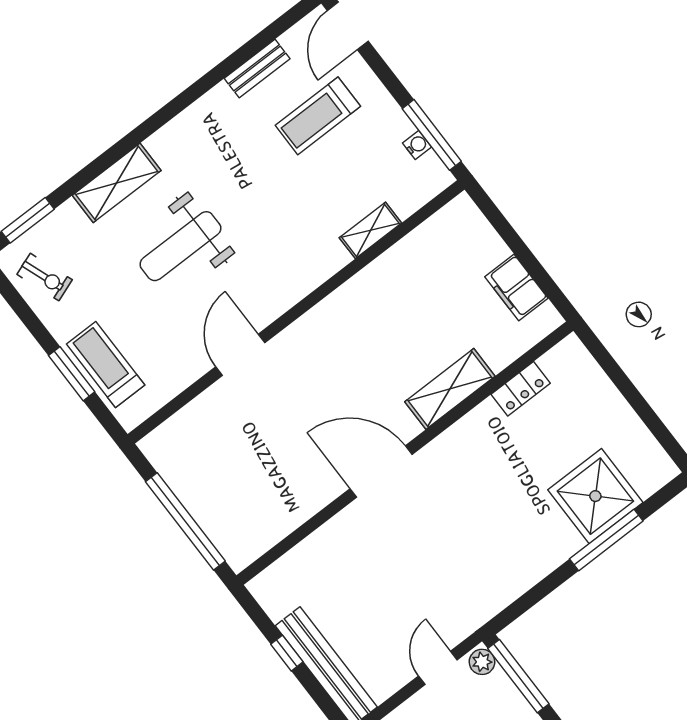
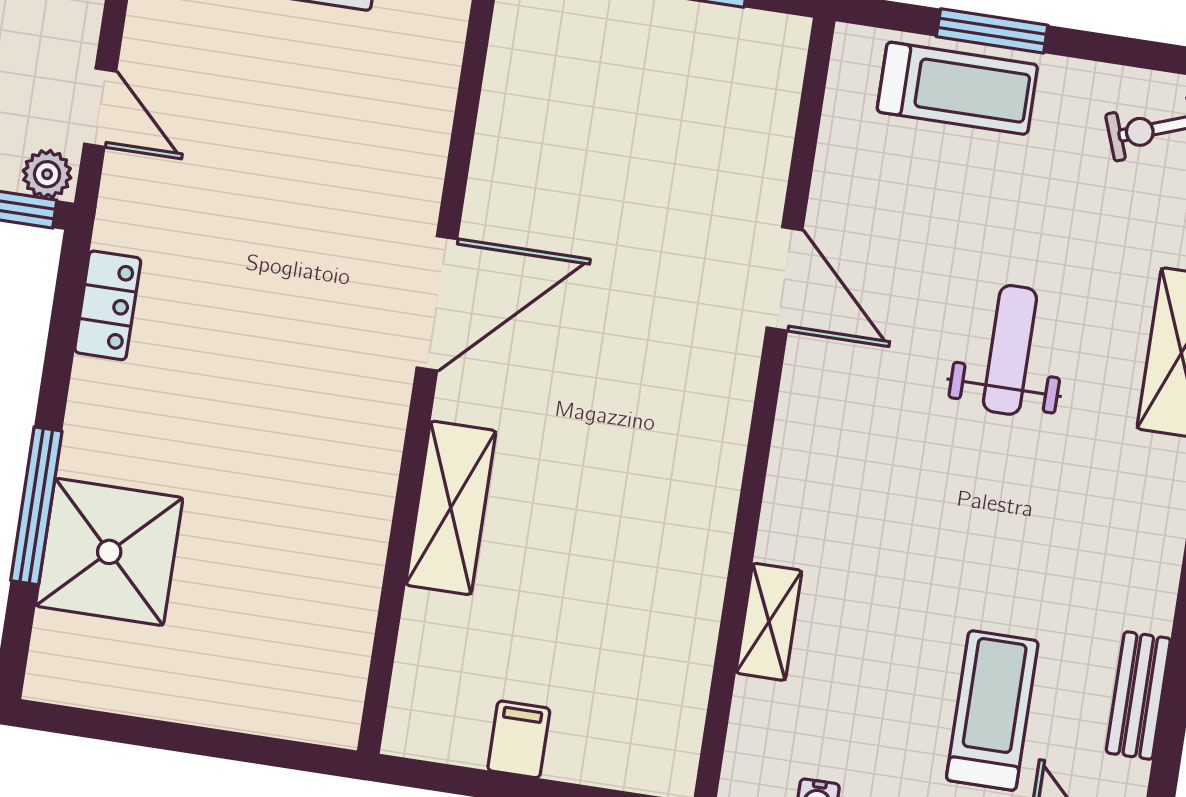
weight bench: (180, 246) -> (1010, 350), width x0.73, depth x0.75
filing cabinet: (516, 287) -> (519, 739), width x0.50
locker: (521, 389) -> (108, 305), moved, turned 180

